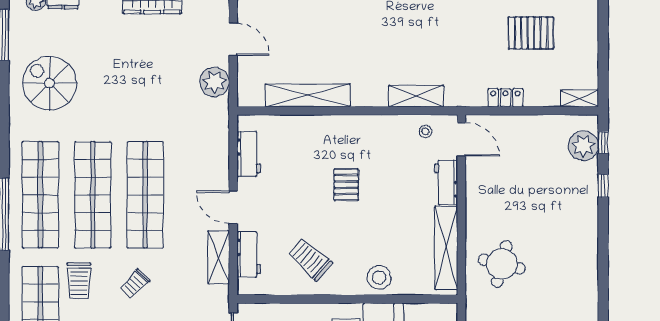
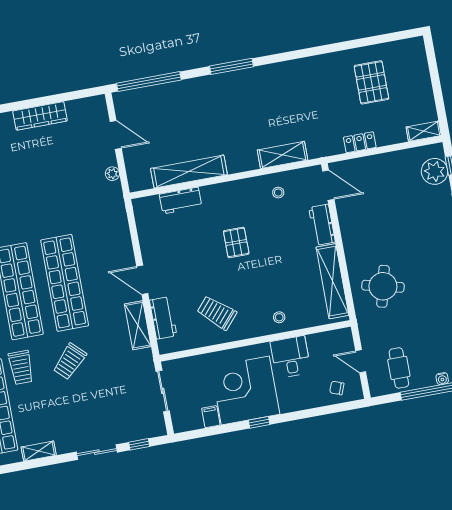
pallet: (531, 33) -> (371, 82), turned 90
plant: (215, 82) -> (112, 174), width x0.53, depth x0.53
stool: (425, 131) -> (278, 193), moved
workbench: (249, 154) -> (181, 201), moved, turned 90
stool: (379, 277) -> (279, 317), width x0.53, depth x0.53
trolley: (135, 284) -> (70, 361), width x1.36, depth x1.39

